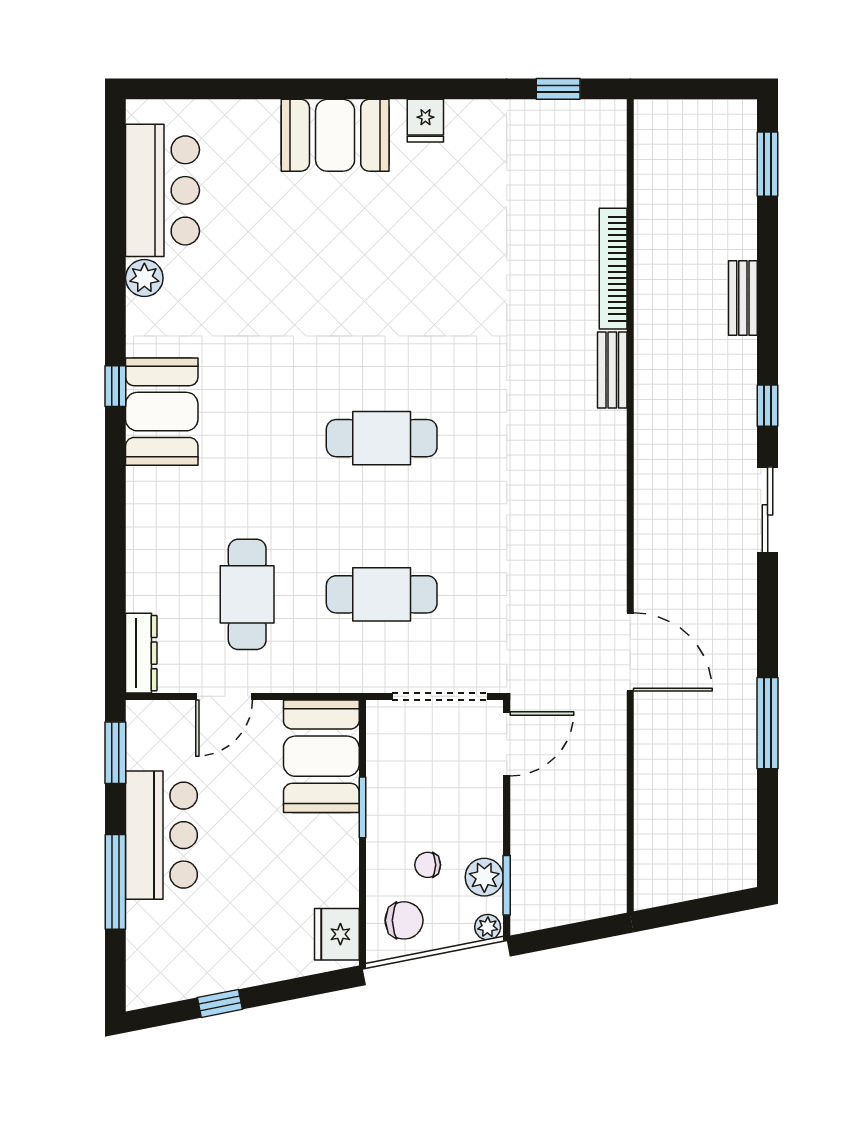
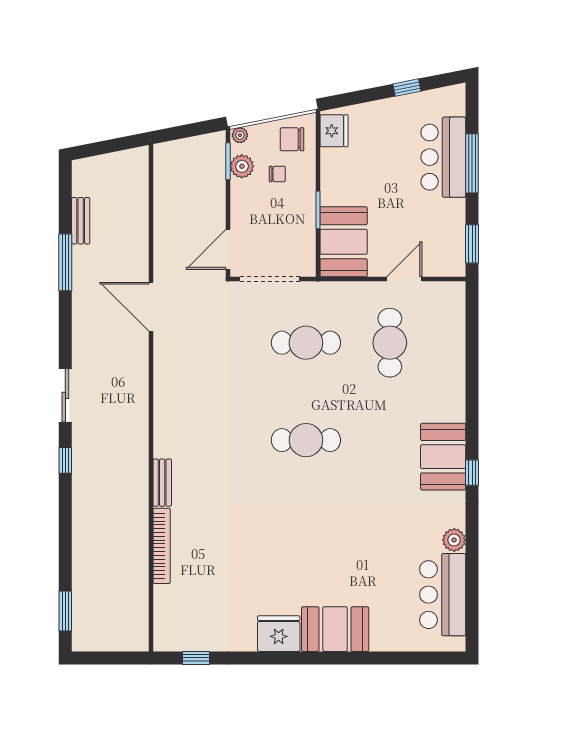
fridge: (425, 121) -> (279, 634), width x1.88, depth x1.34
bench: (743, 298) -> (81, 221), moved
dresser: (141, 653) -> (456, 306), removed
bar counter: (161, 835) -> (443, 157), moved

